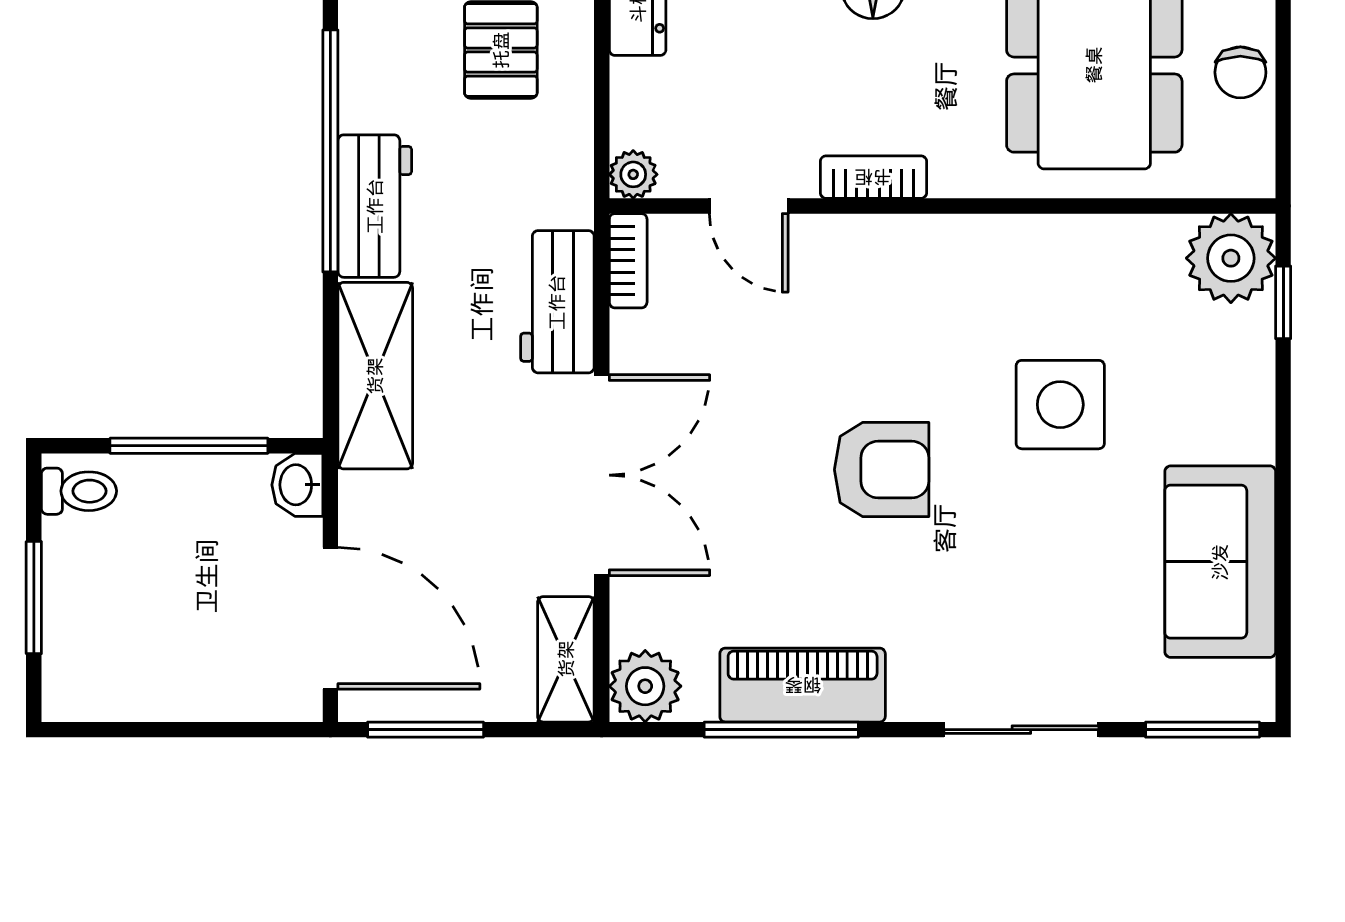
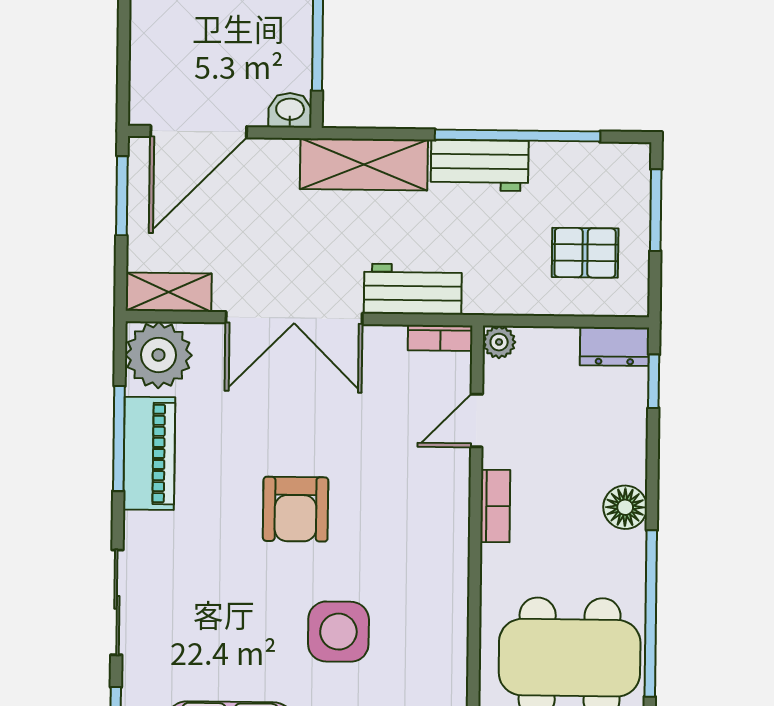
plant: (645, 686) -> (158, 355), width x1.36, depth x1.36

